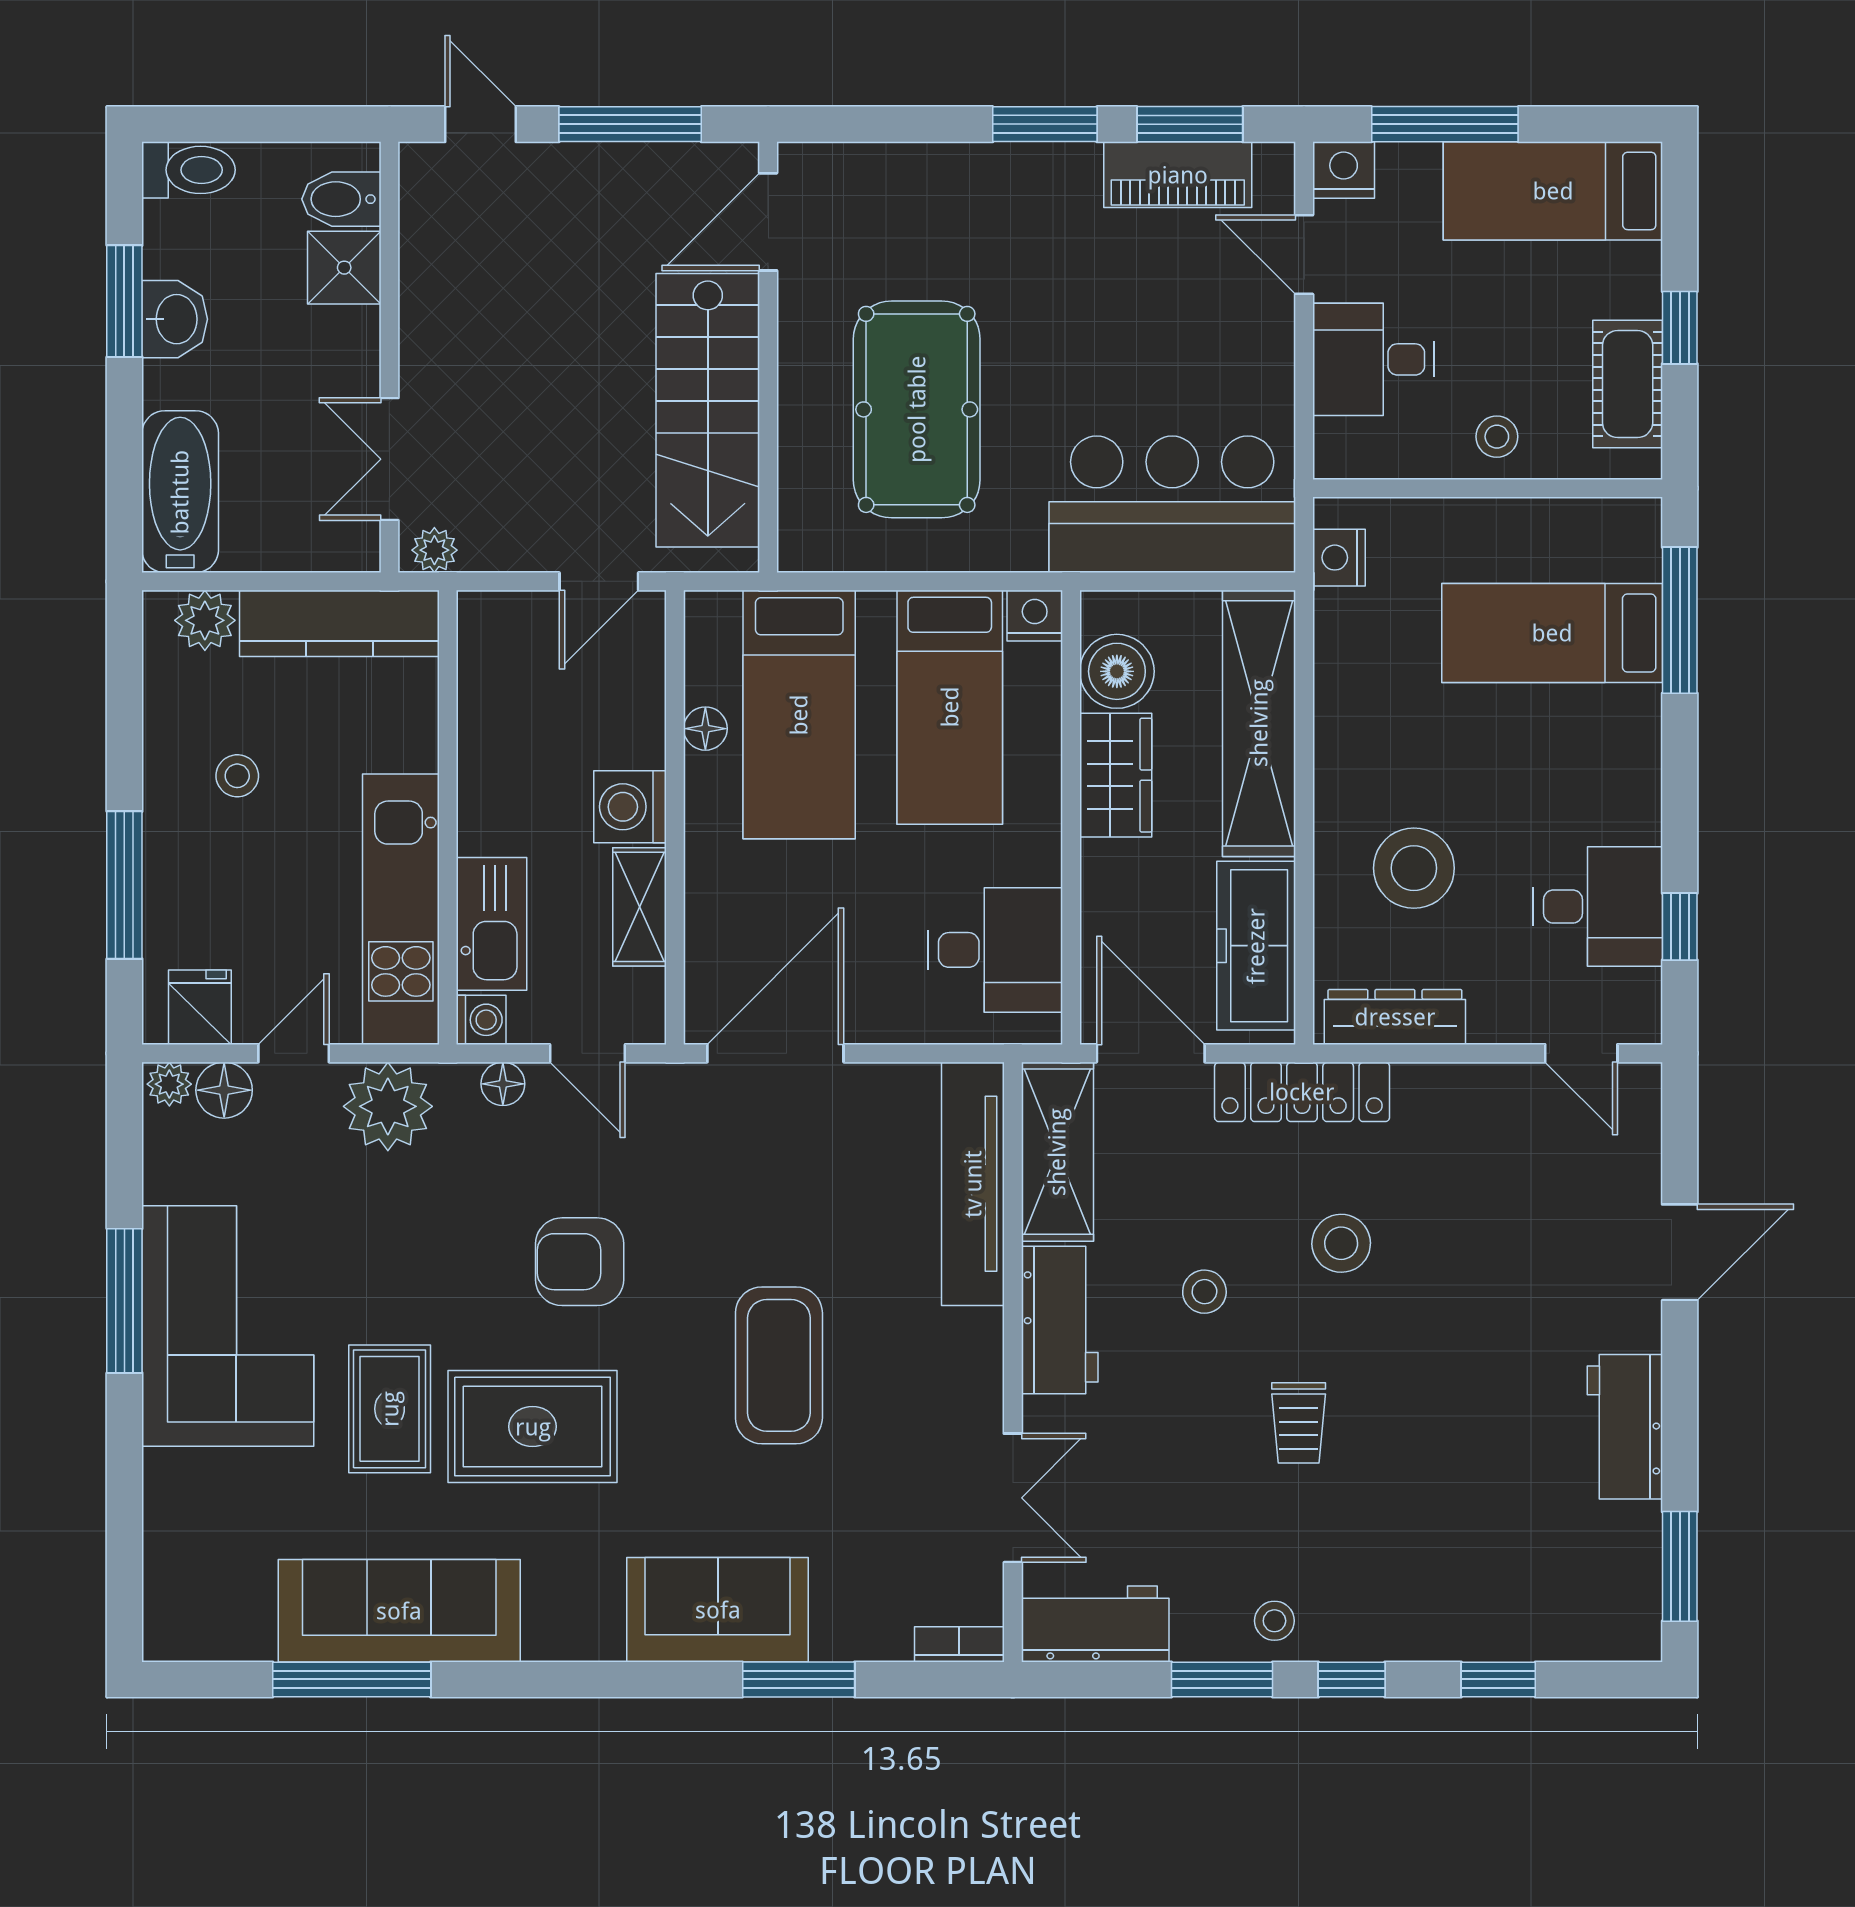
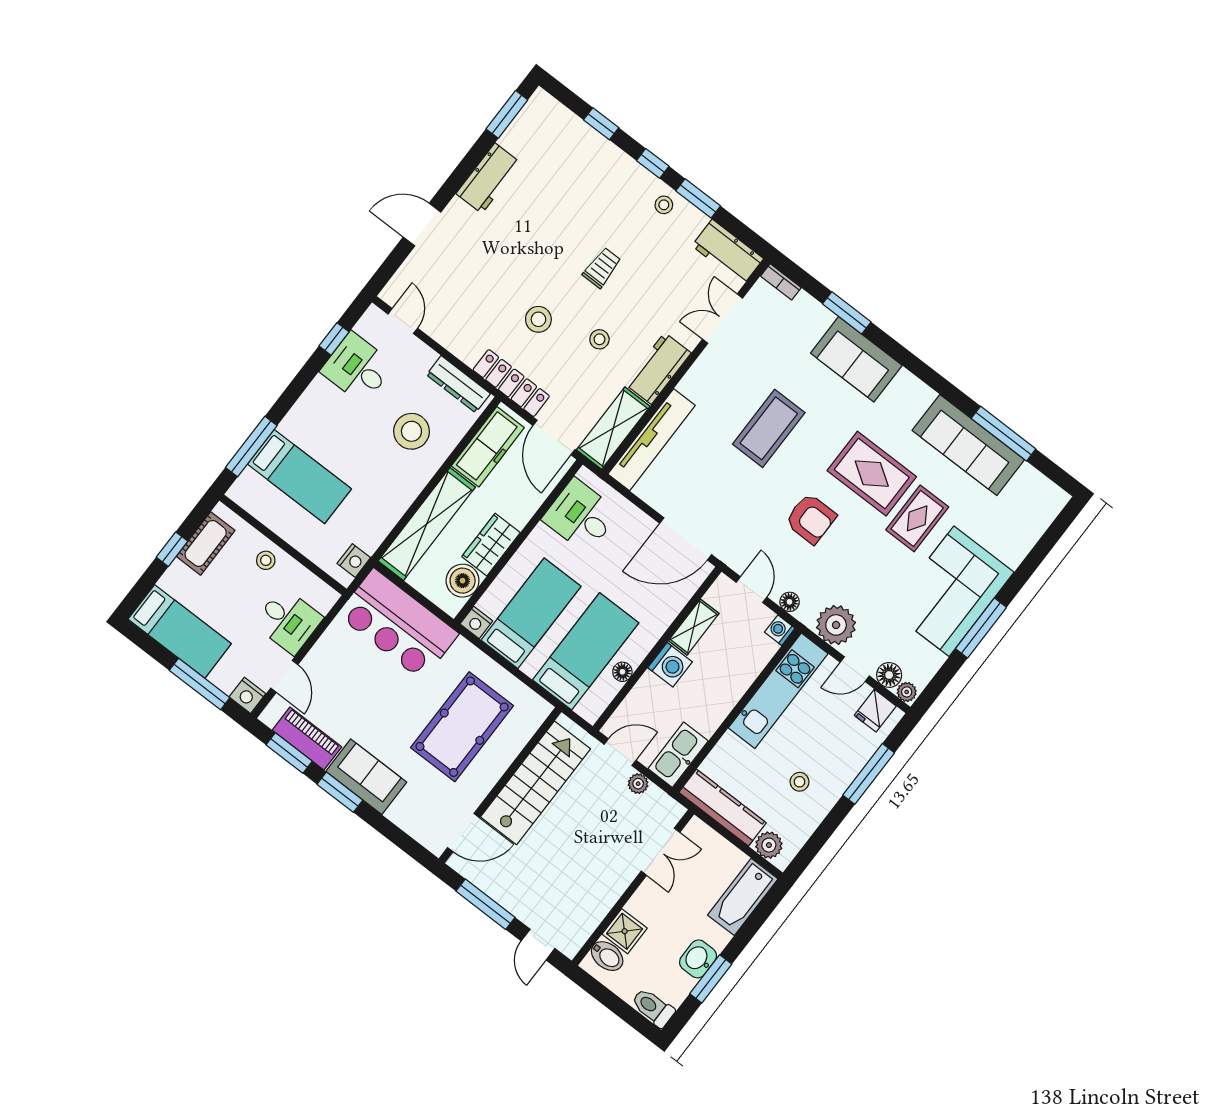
sofa: (1019, 188) -> (366, 777), added
plant: (434, 550) -> (638, 784), moved
kitchen sink: (492, 924) -> (678, 755), moved

